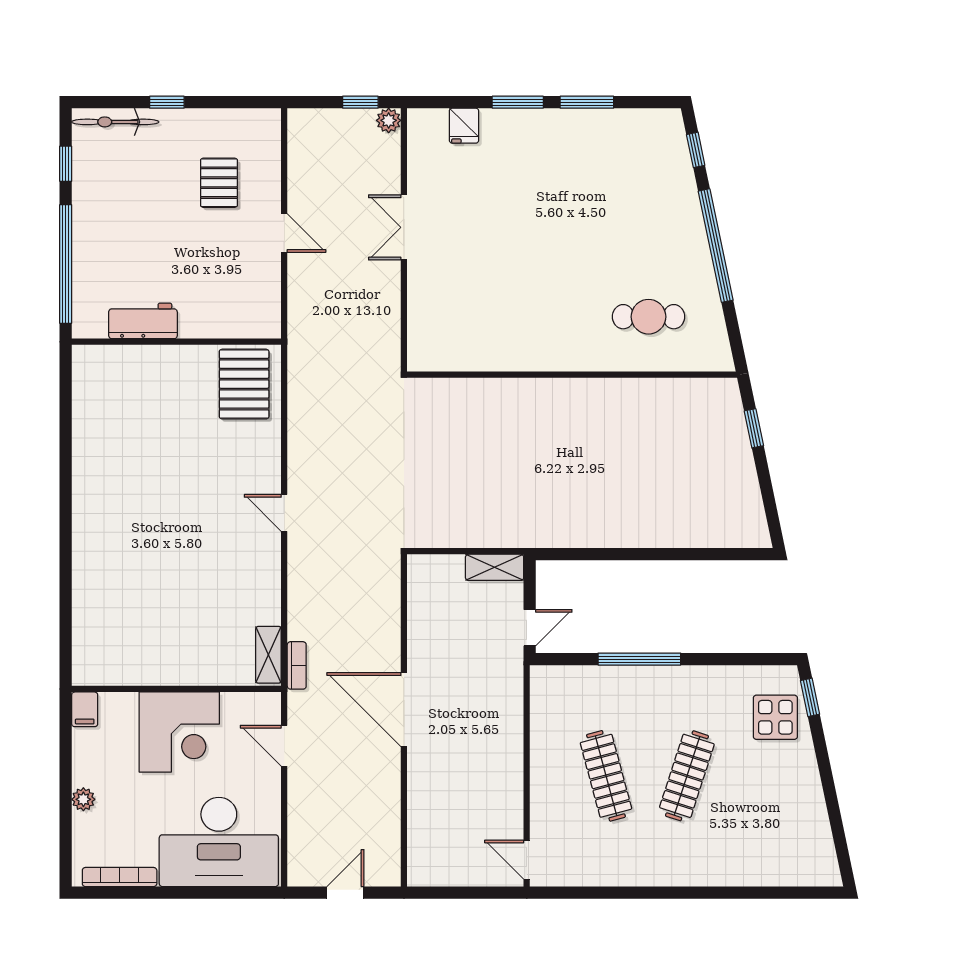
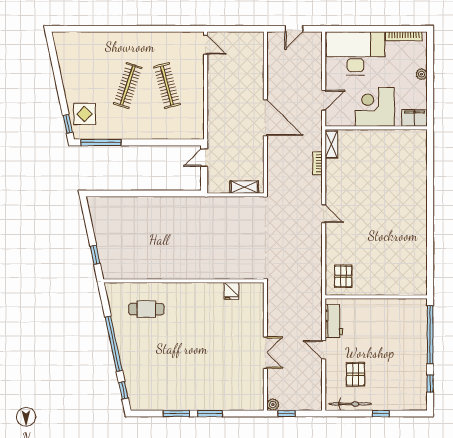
bicycle: (115, 122) -> (350, 404), moved
fridge: (464, 126) -> (231, 291), moved, turned 180
workbench: (143, 321) -> (334, 321), moved, turned -90
pallet: (244, 384) -> (343, 276), width x0.67, depth x0.71
shelving: (495, 567) -> (244, 187), moved
window: (639, 659) -> (101, 142), moved
bookcase: (297, 665) -> (318, 163), moved
filing cabinet: (85, 709) -> (414, 118), width x2.00
door: (284, 746) -> (324, 100), hinge flipped

